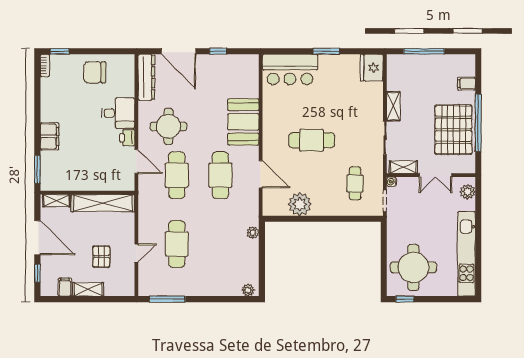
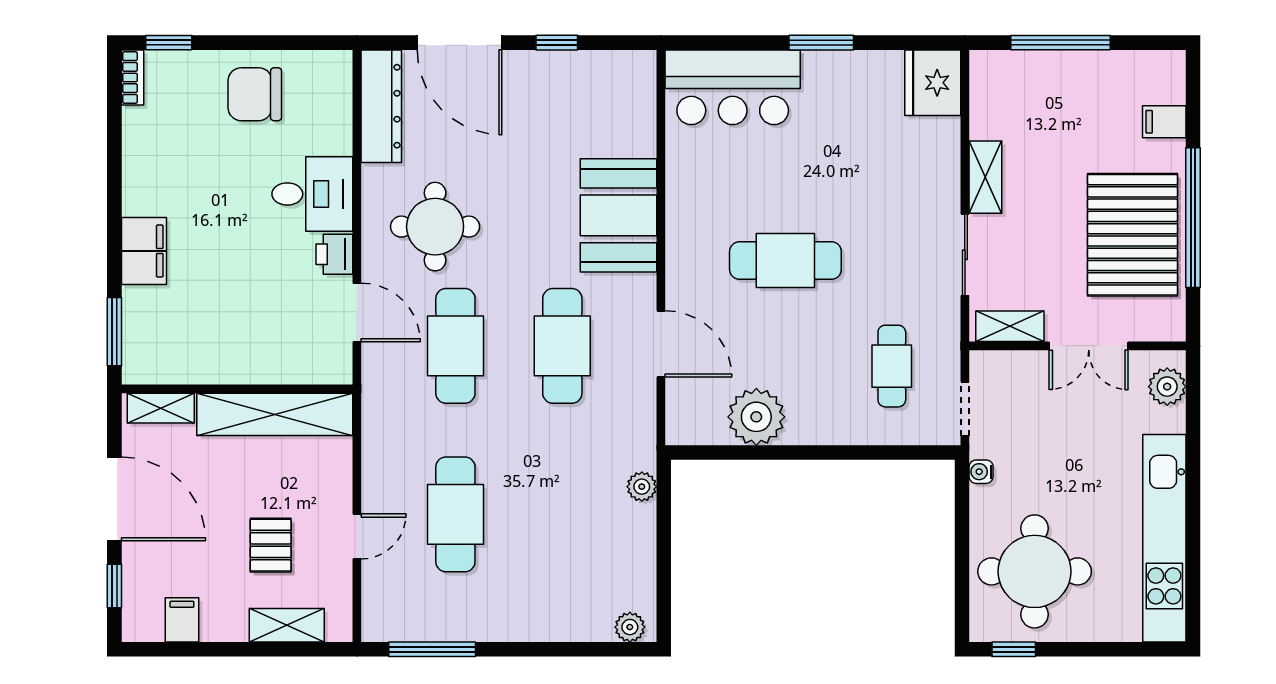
water cooler: (392, 182) -> (981, 472), moved
shelving: (88, 289) -> (287, 625), moved

